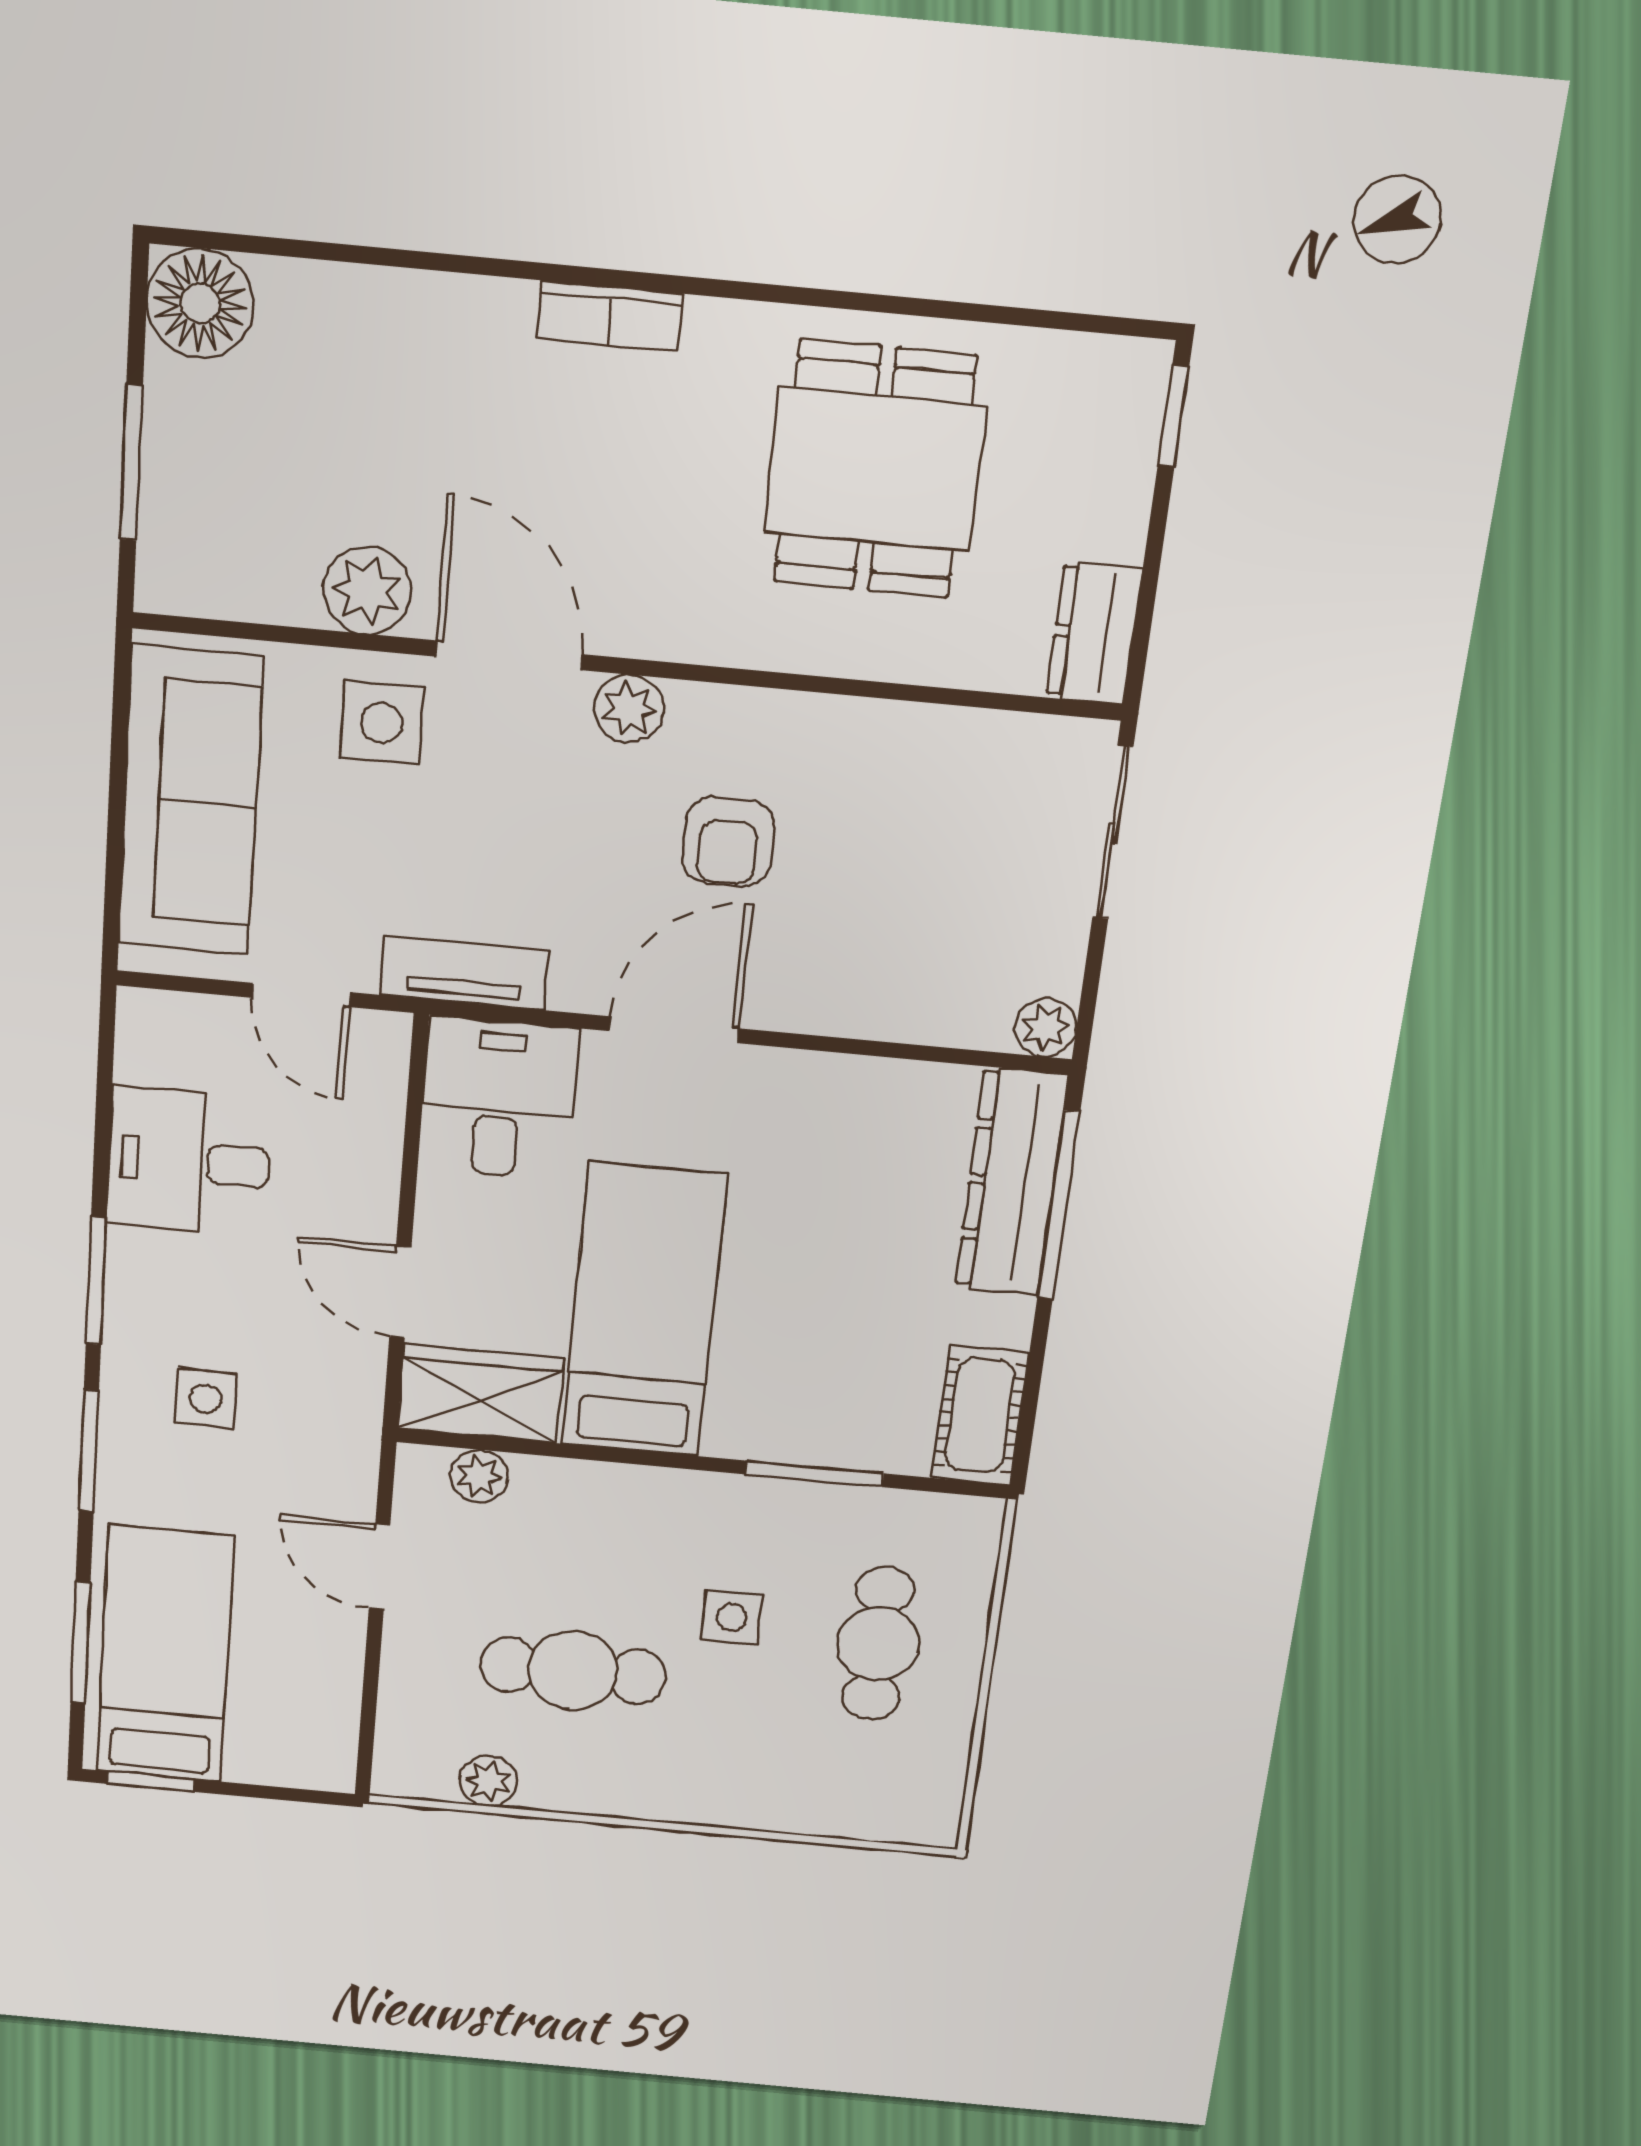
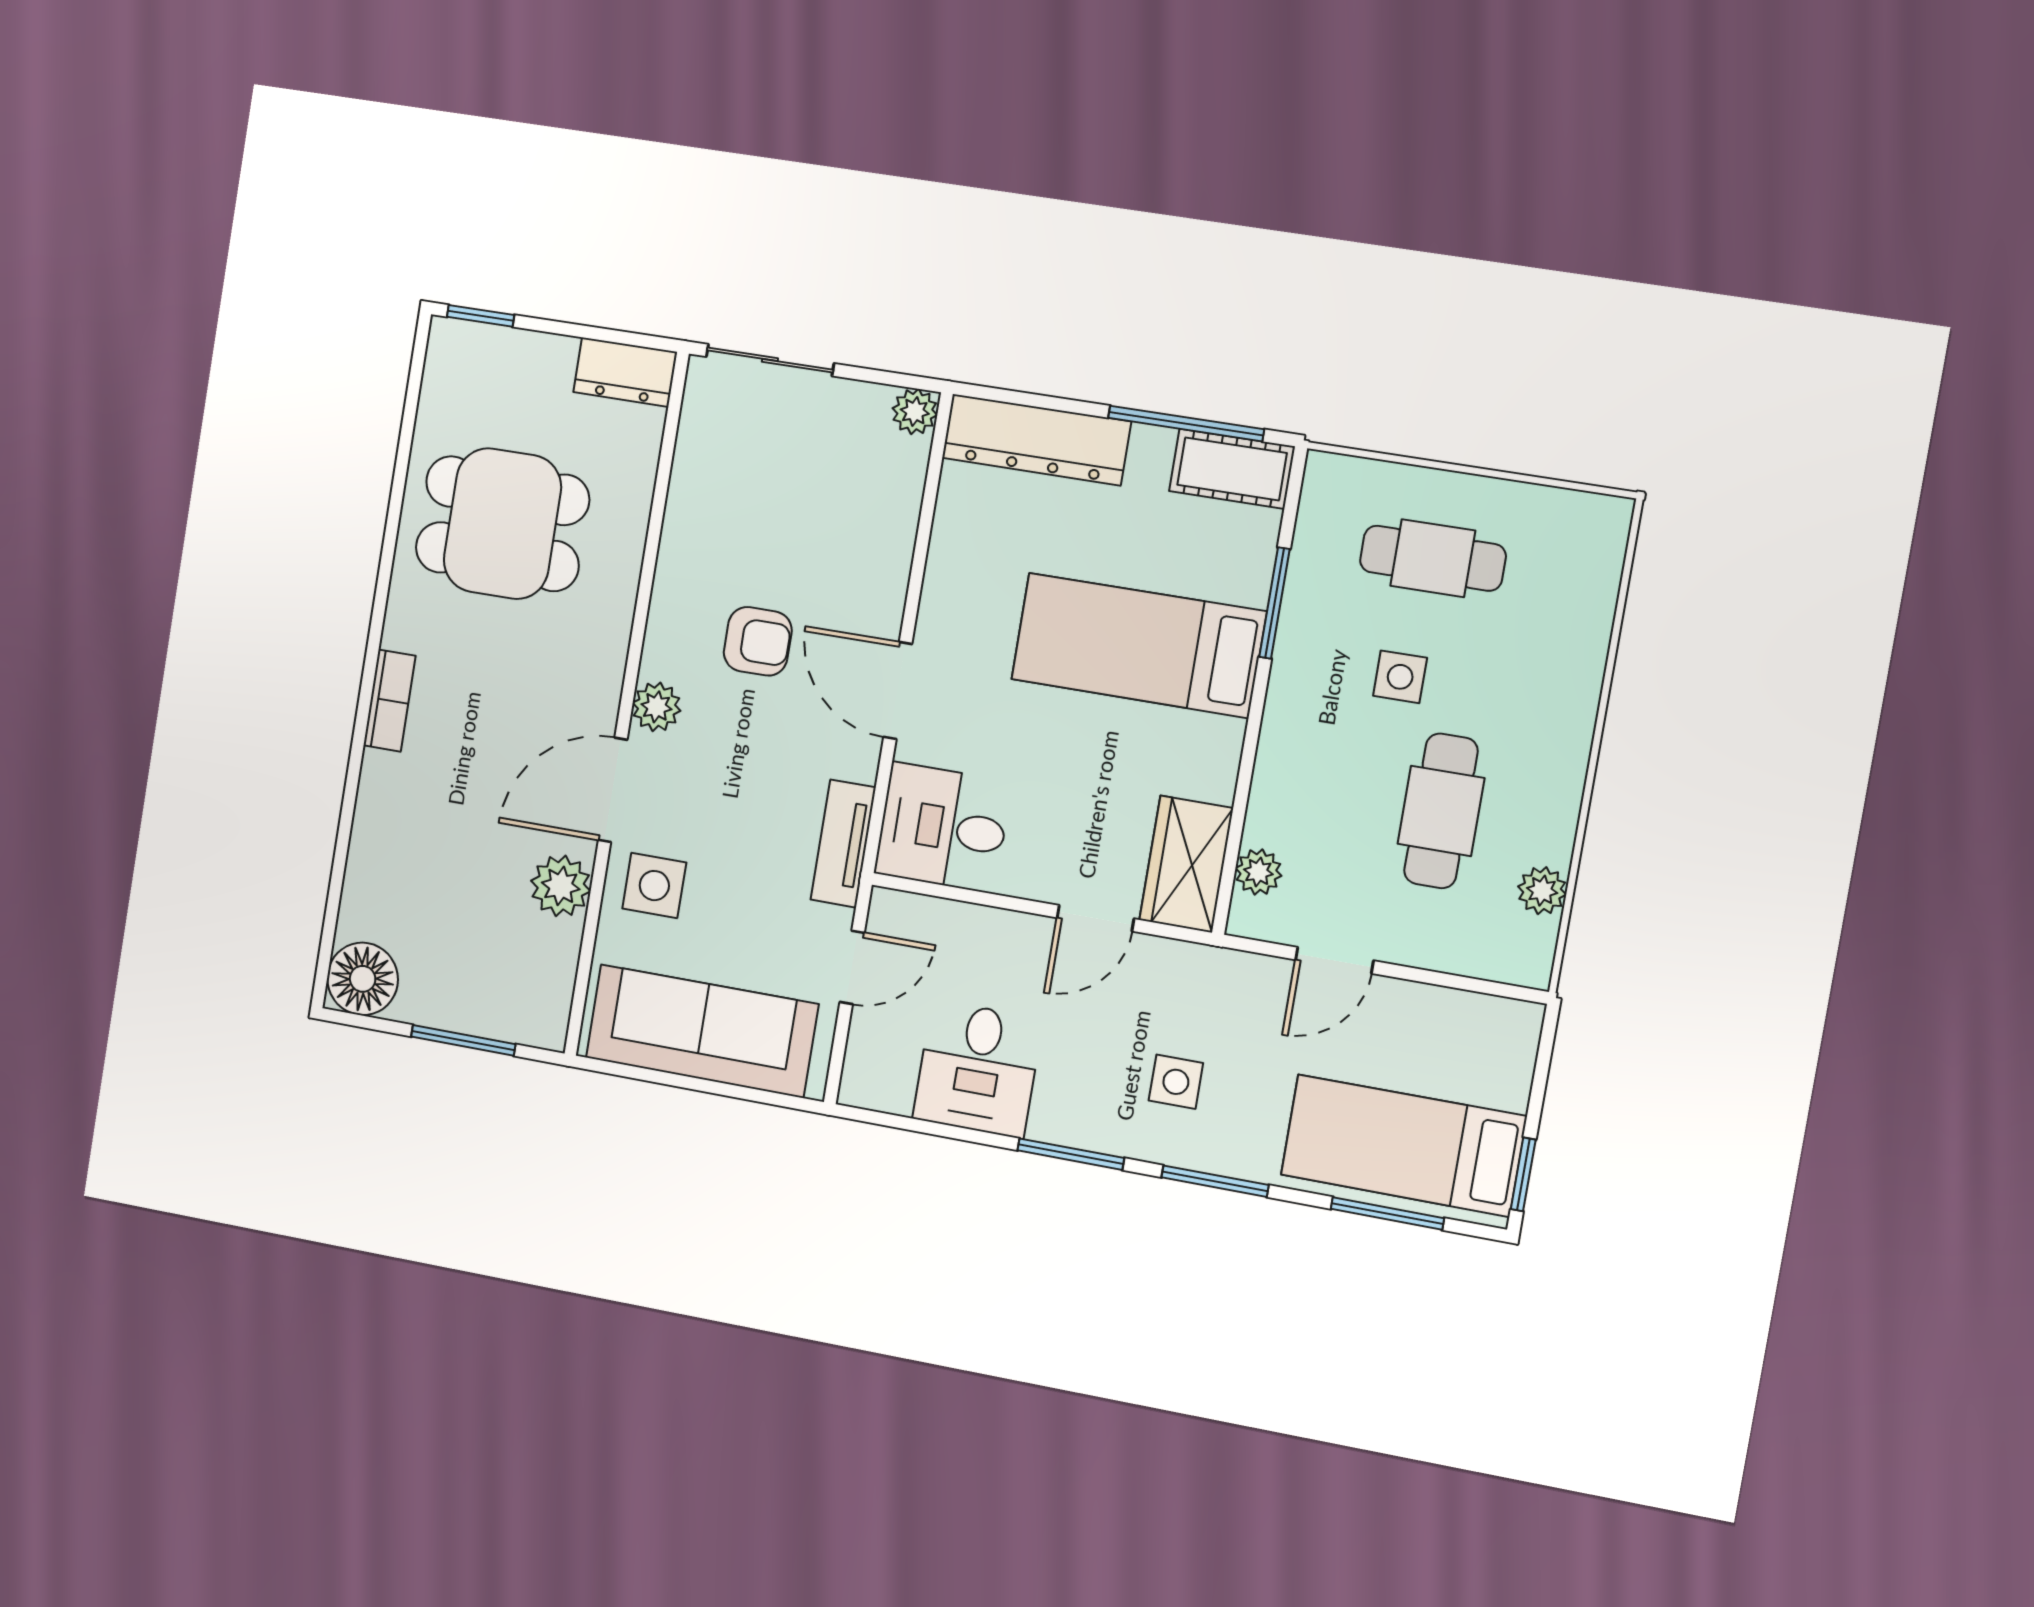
window: (1058, 1205) -> (1186, 424), moved
bed: (644, 1311) -> (1138, 645), moved

